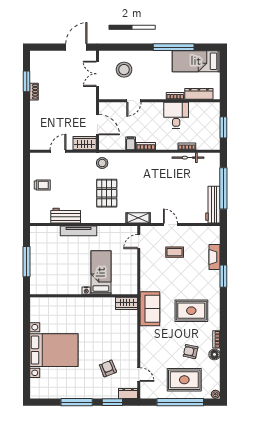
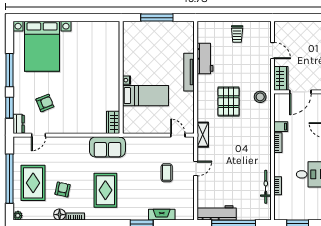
pallet: (107, 193) -> (229, 102), turned 90
bed with nightstands: (54, 350) -> (42, 46), moved

